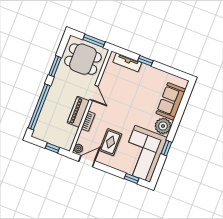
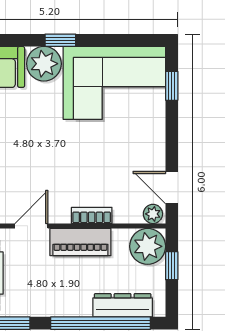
dresser: (43, 120) -> (123, 305), added
plant: (65, 141) -> (148, 246), added
rug: (110, 142) -> (116, 155), removed
window: (166, 148) -> (60, 40), moved

